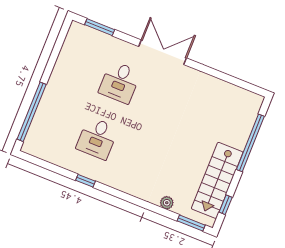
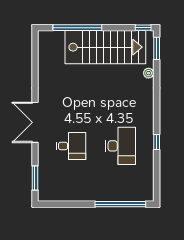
desk: (97, 138) -> (121, 146), width x1.37
stairs: (217, 180) -> (105, 47), width x1.36, depth x1.51
window: (226, 205) -> (143, 28), moved

